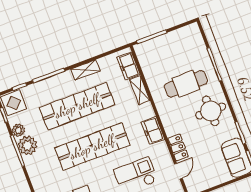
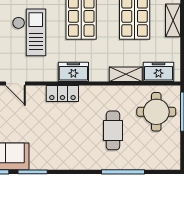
cafe table: (186, 84) -> (113, 130), width x0.73, depth x0.74
round table: (211, 111) -> (156, 112), moved
locker: (178, 147) -> (62, 93), moved

